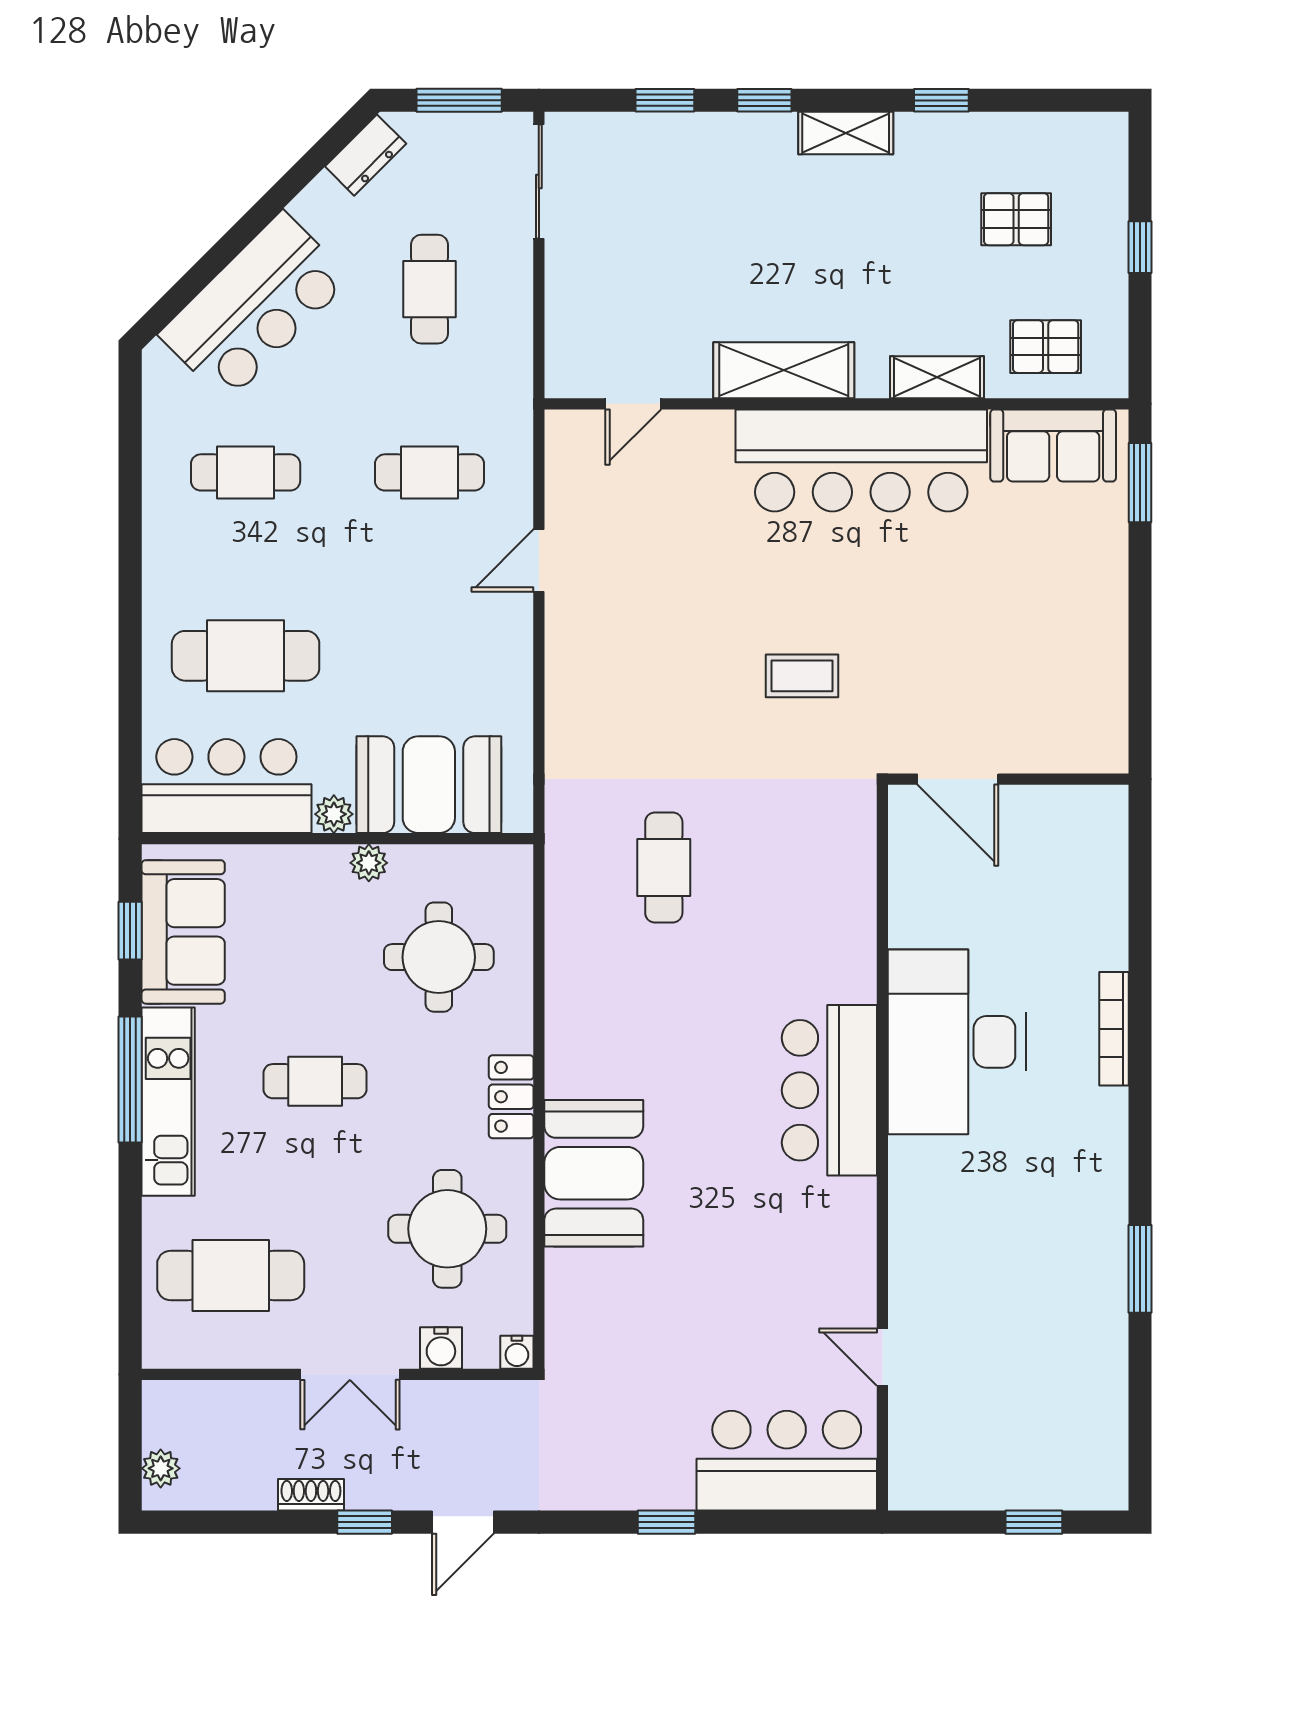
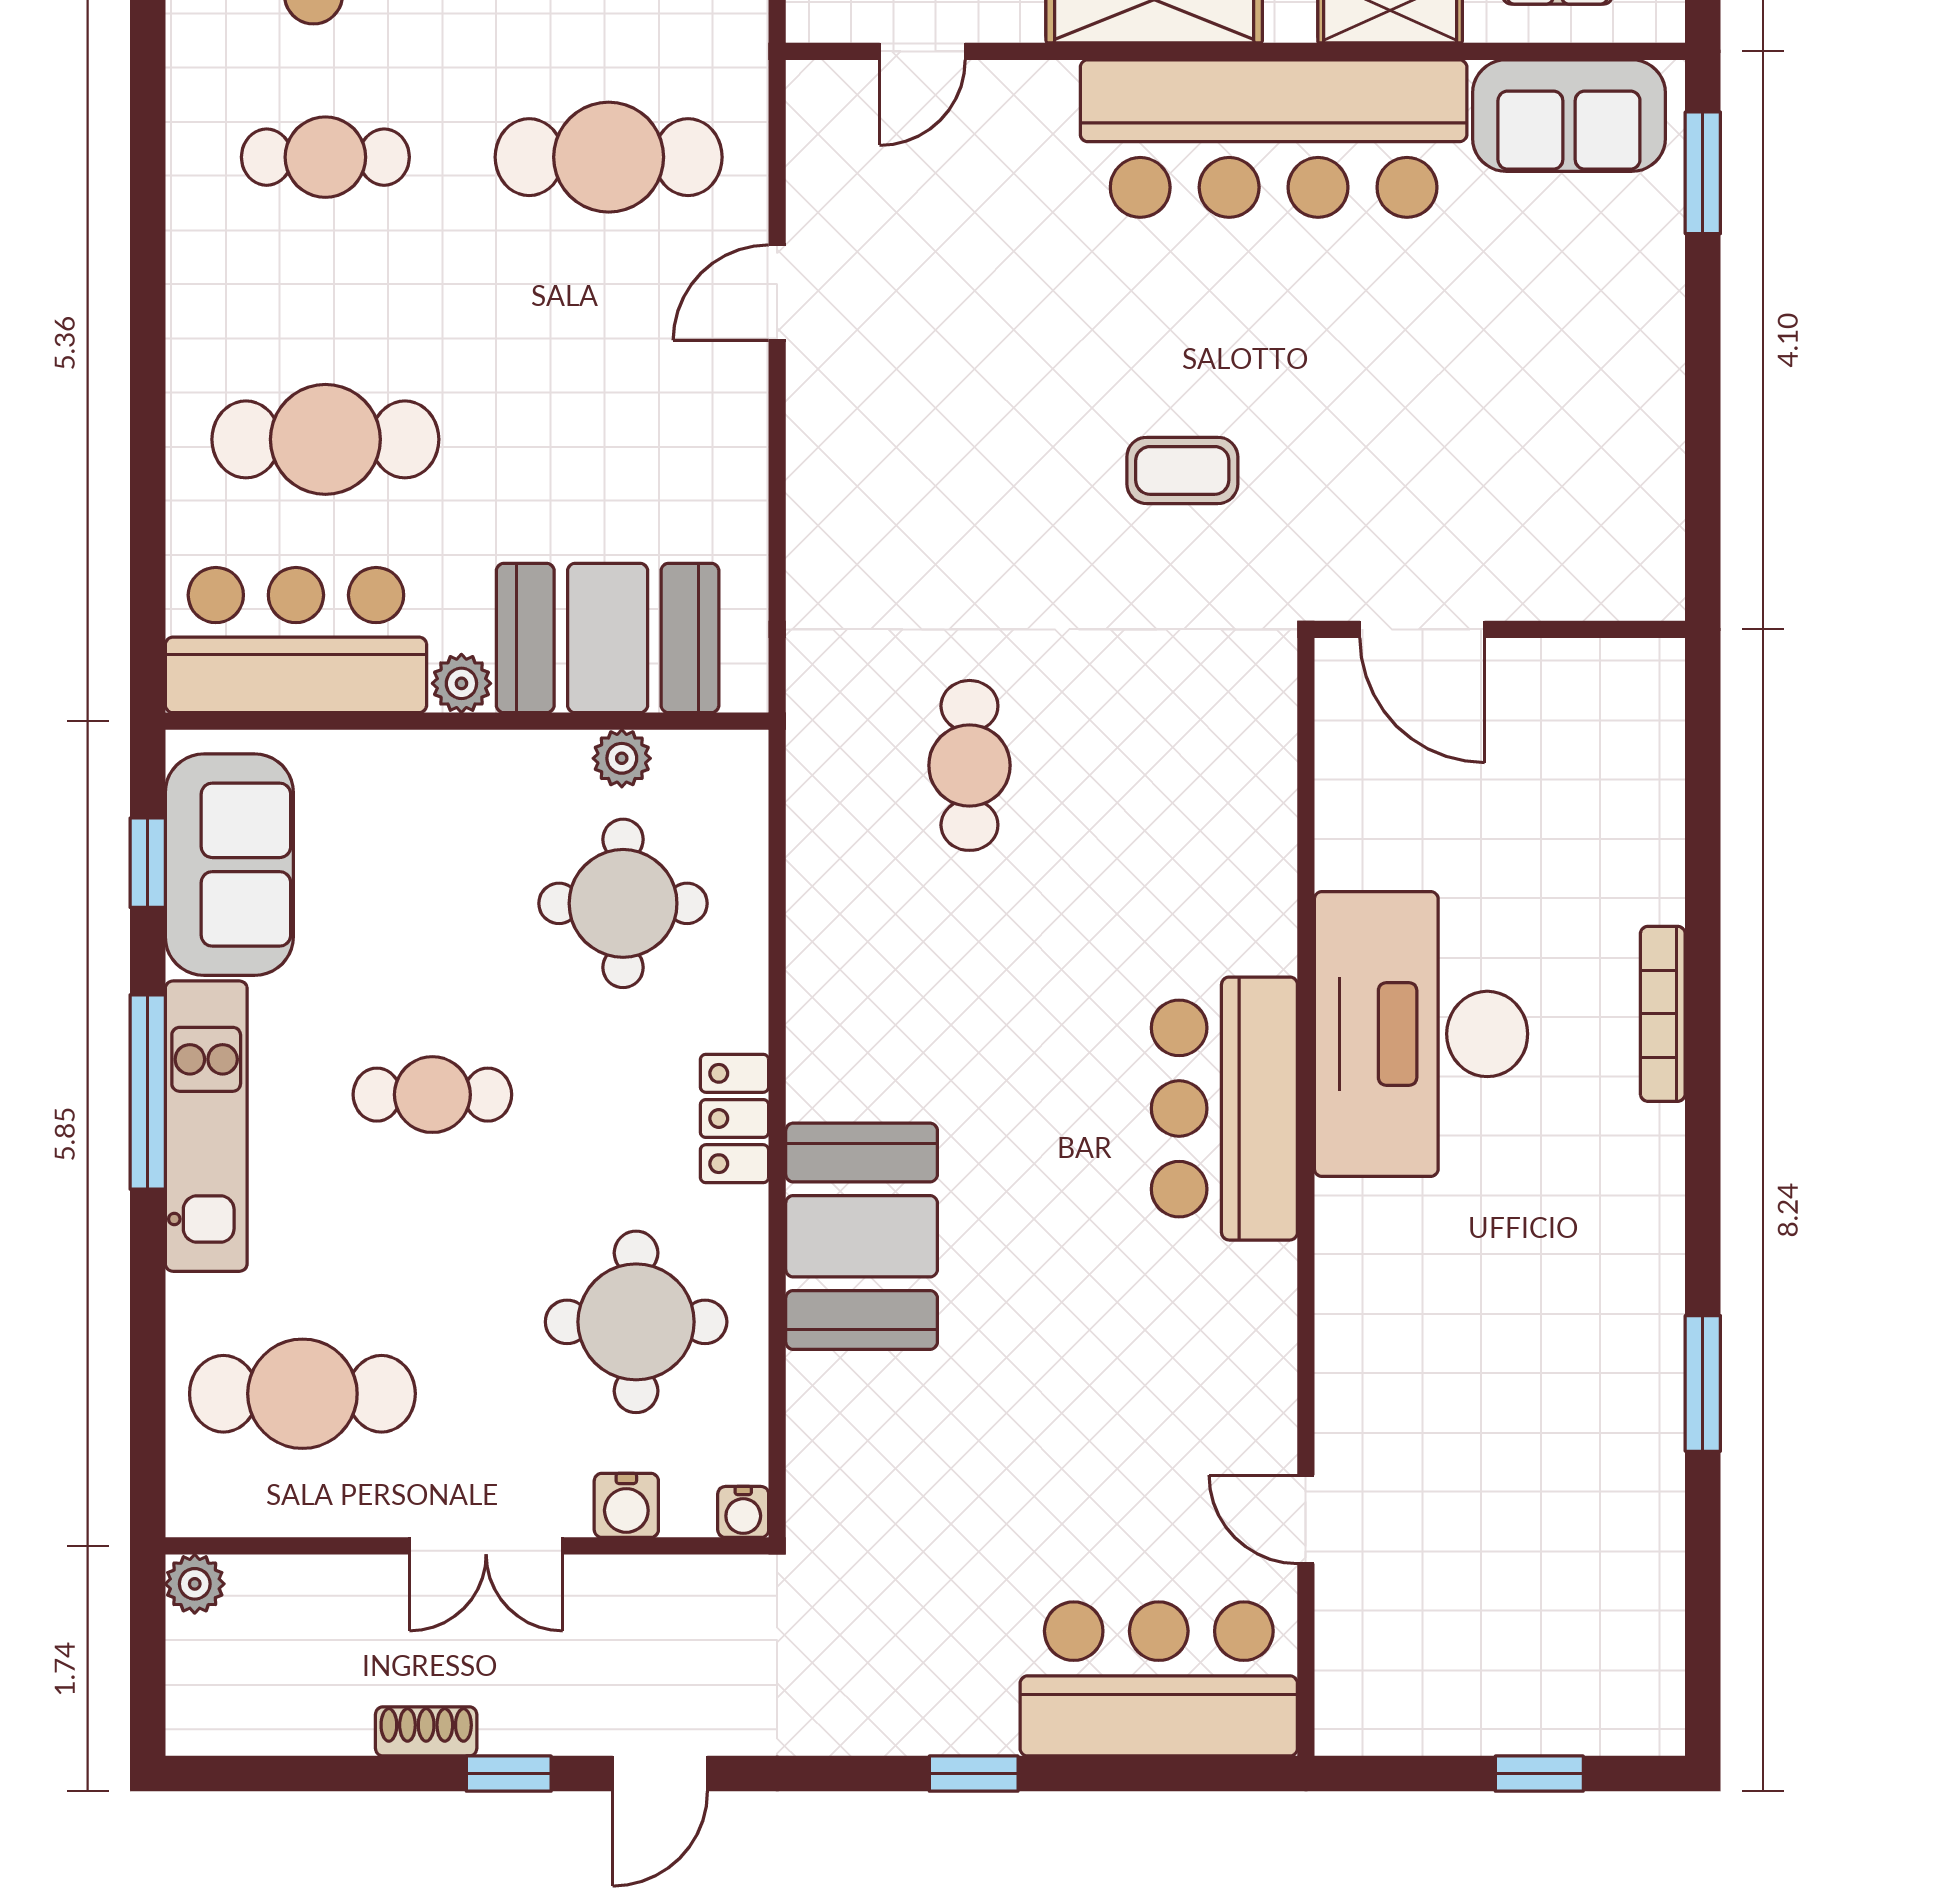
cafe table: (429, 472) -> (609, 157), width x1.37, depth x1.35
plant: (369, 863) -> (622, 758), moved
plant: (161, 1468) -> (195, 1584), moved

